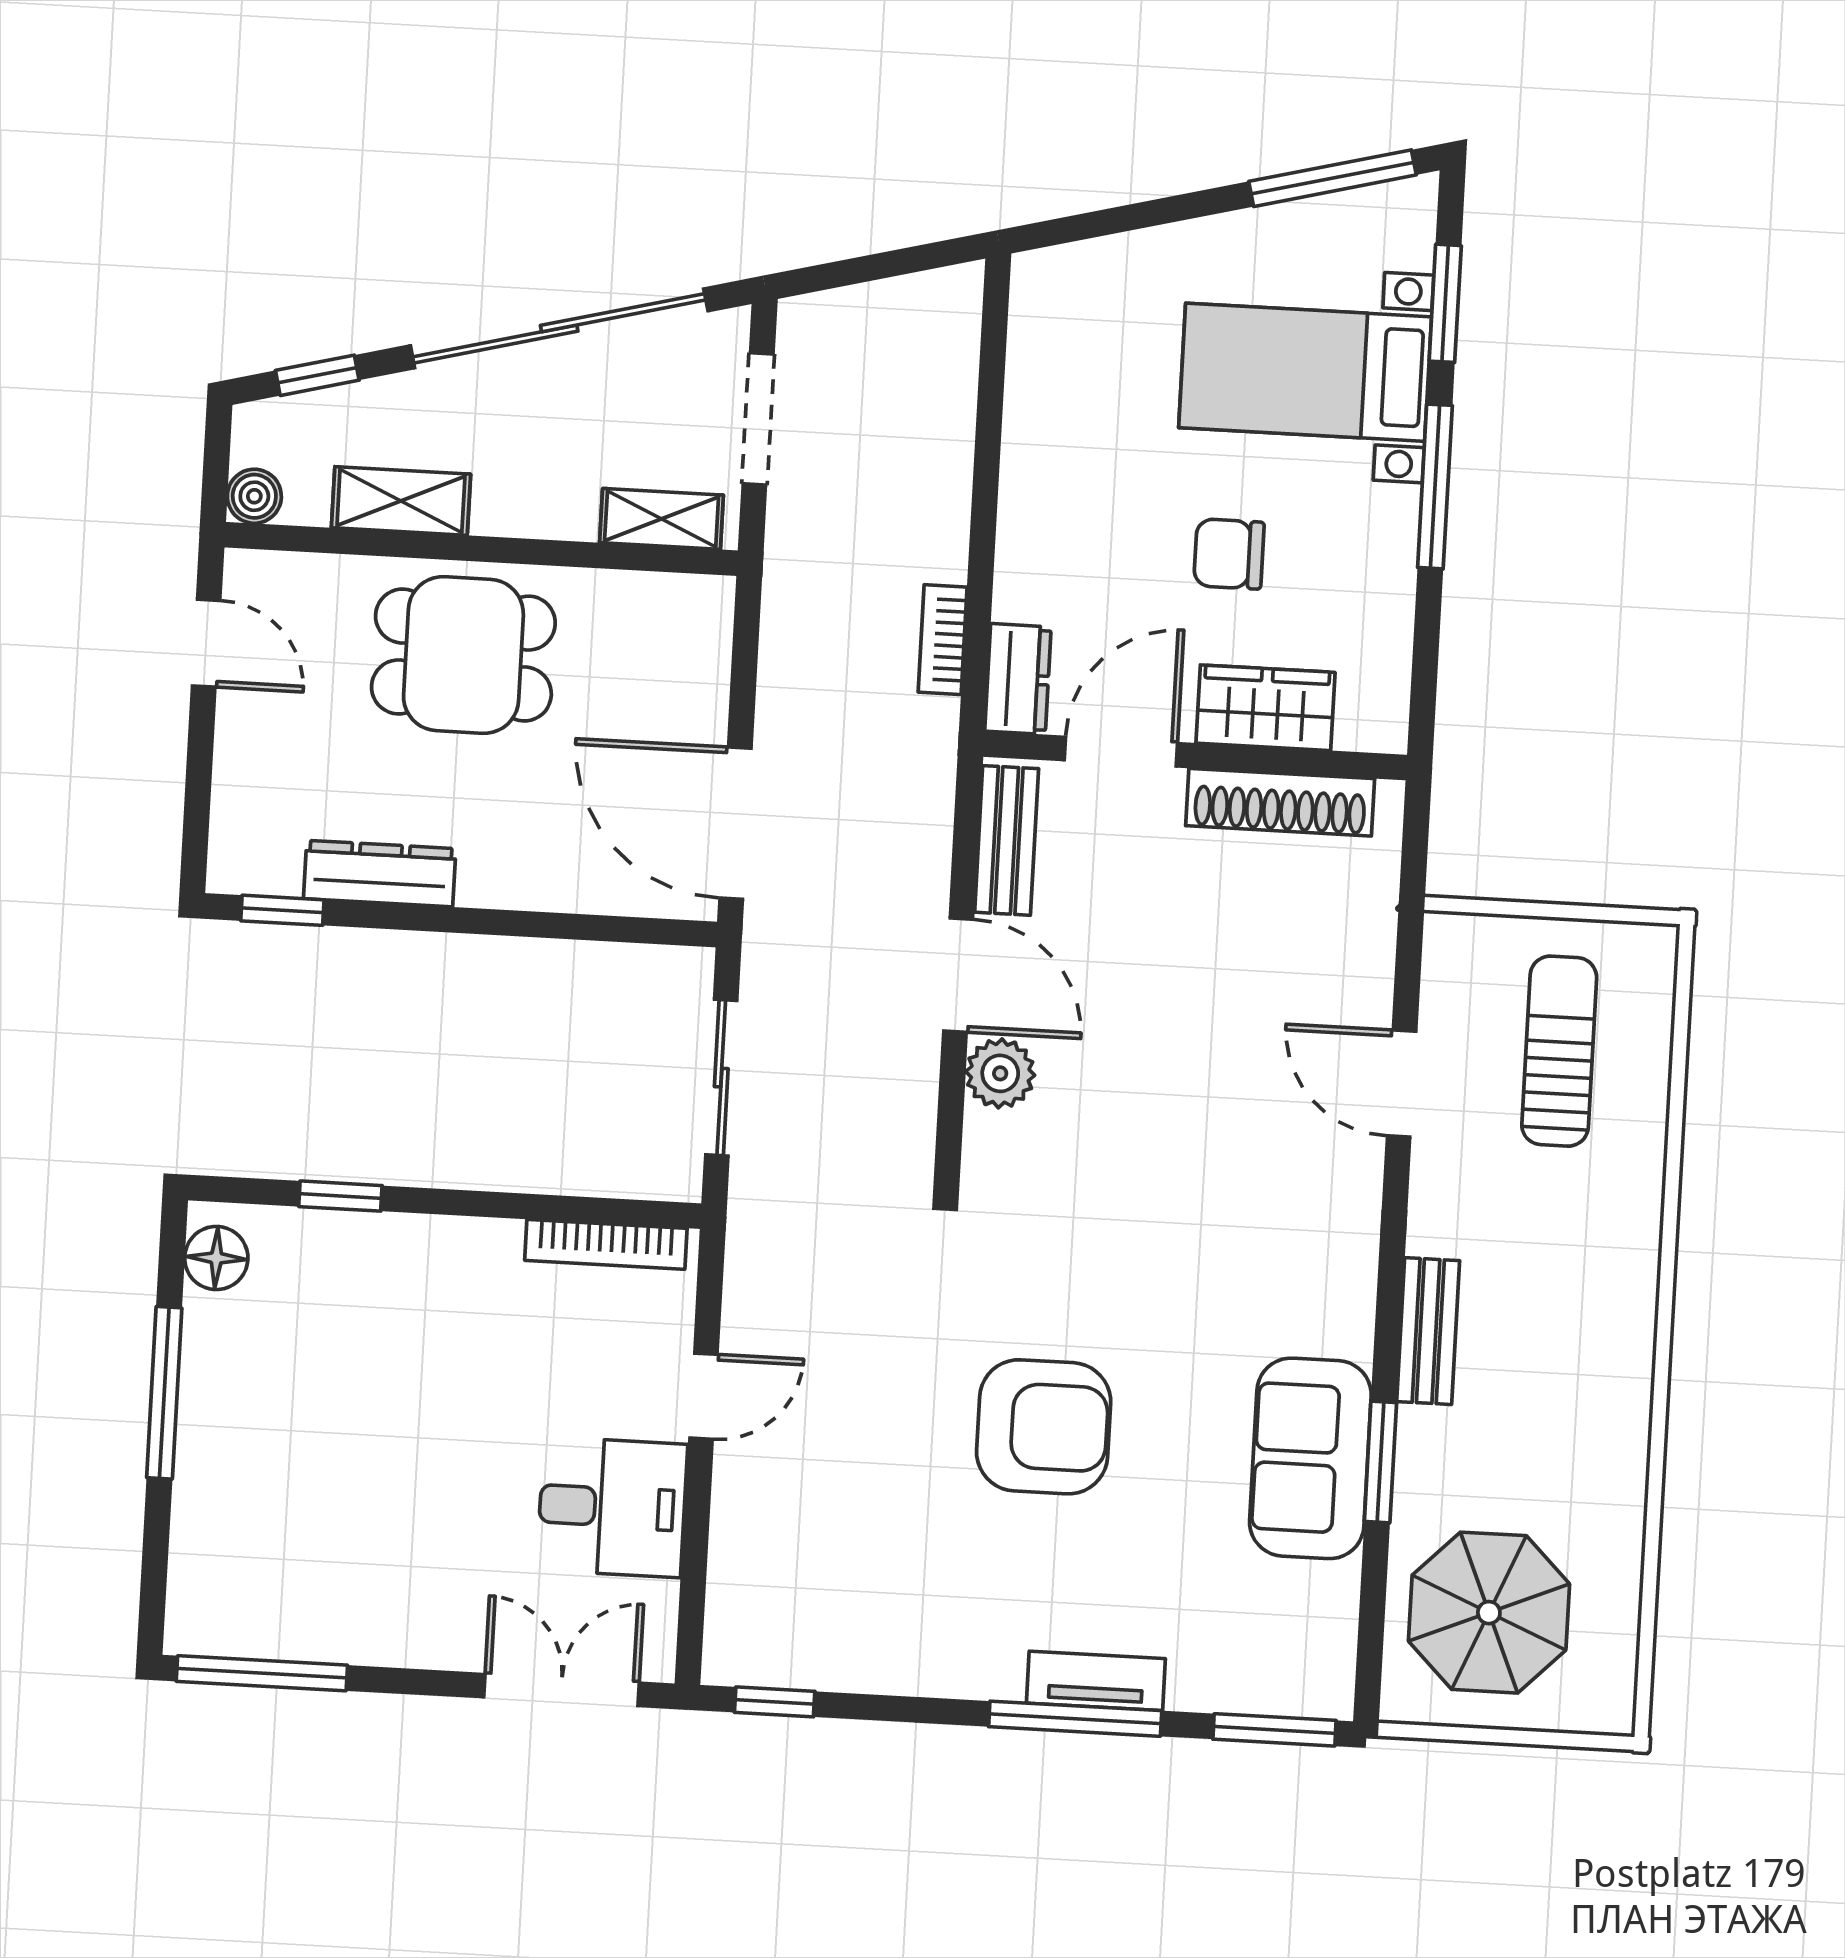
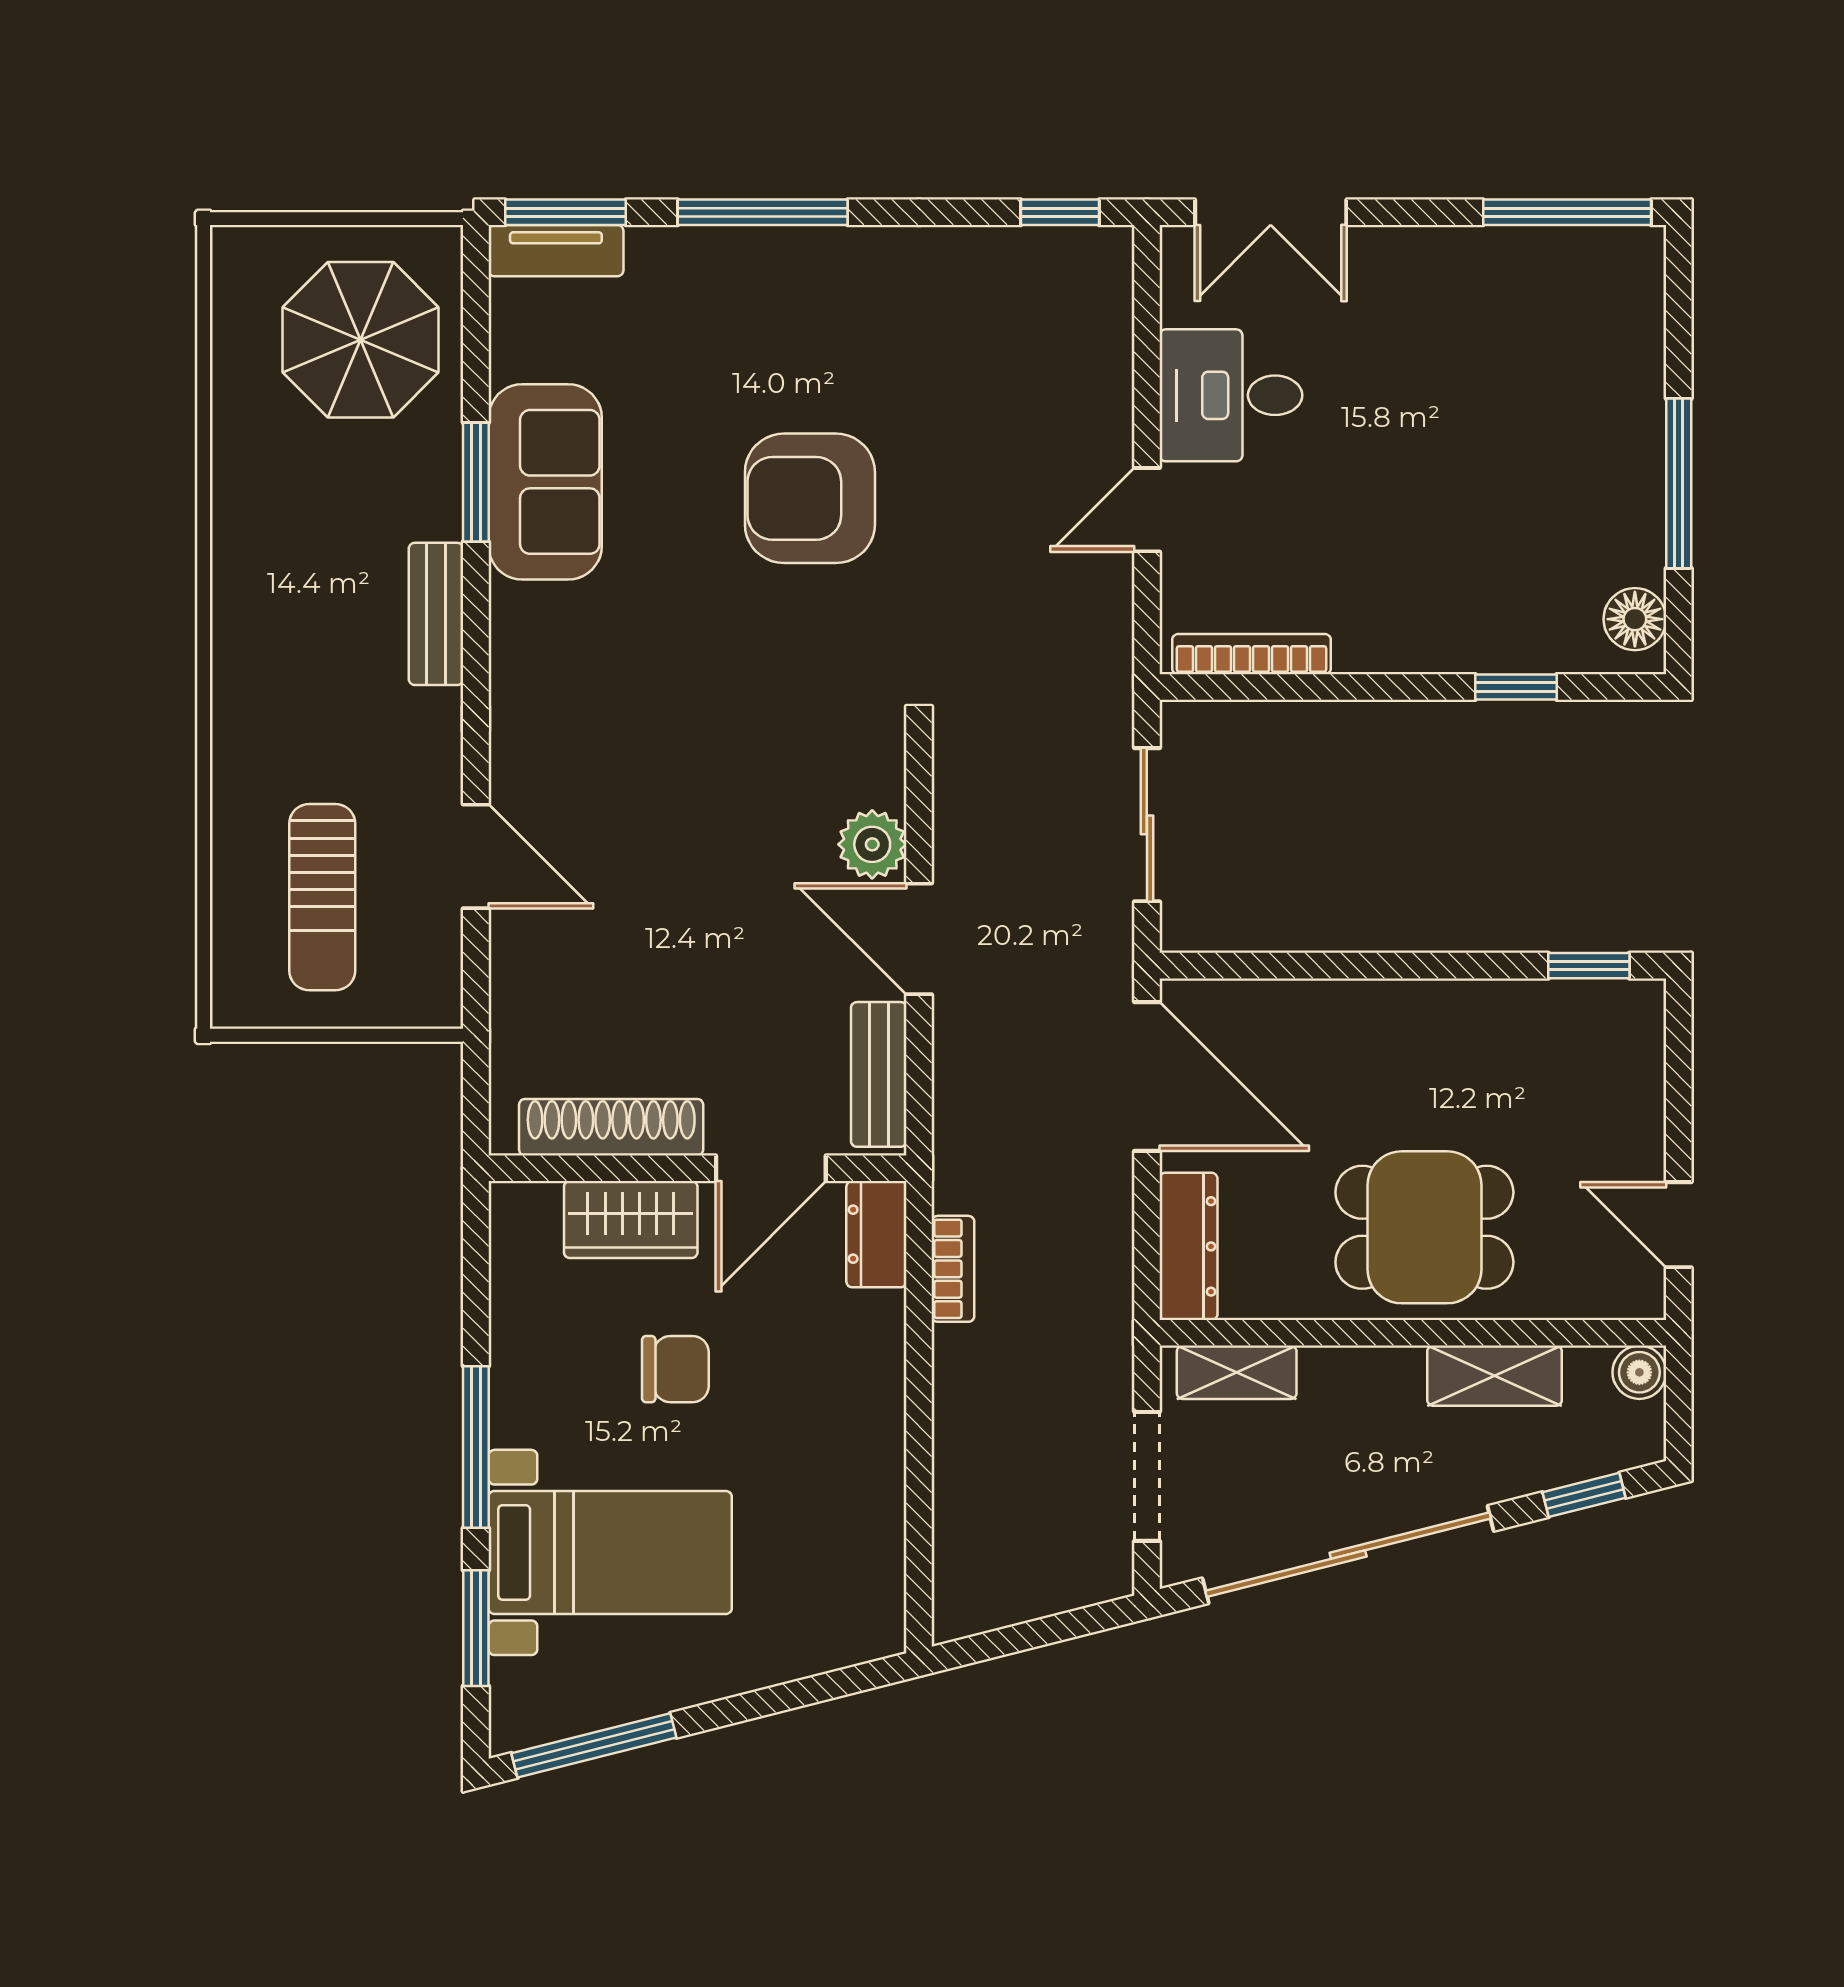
dresser: (380, 874) -> (1188, 1246), moved, turned -90
tv unit: (1096, 1681) -> (556, 251), moved

